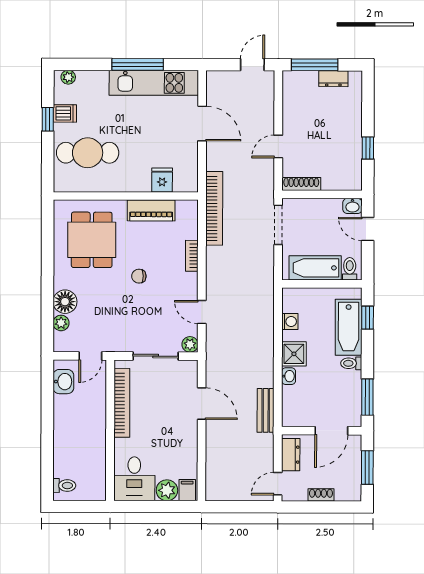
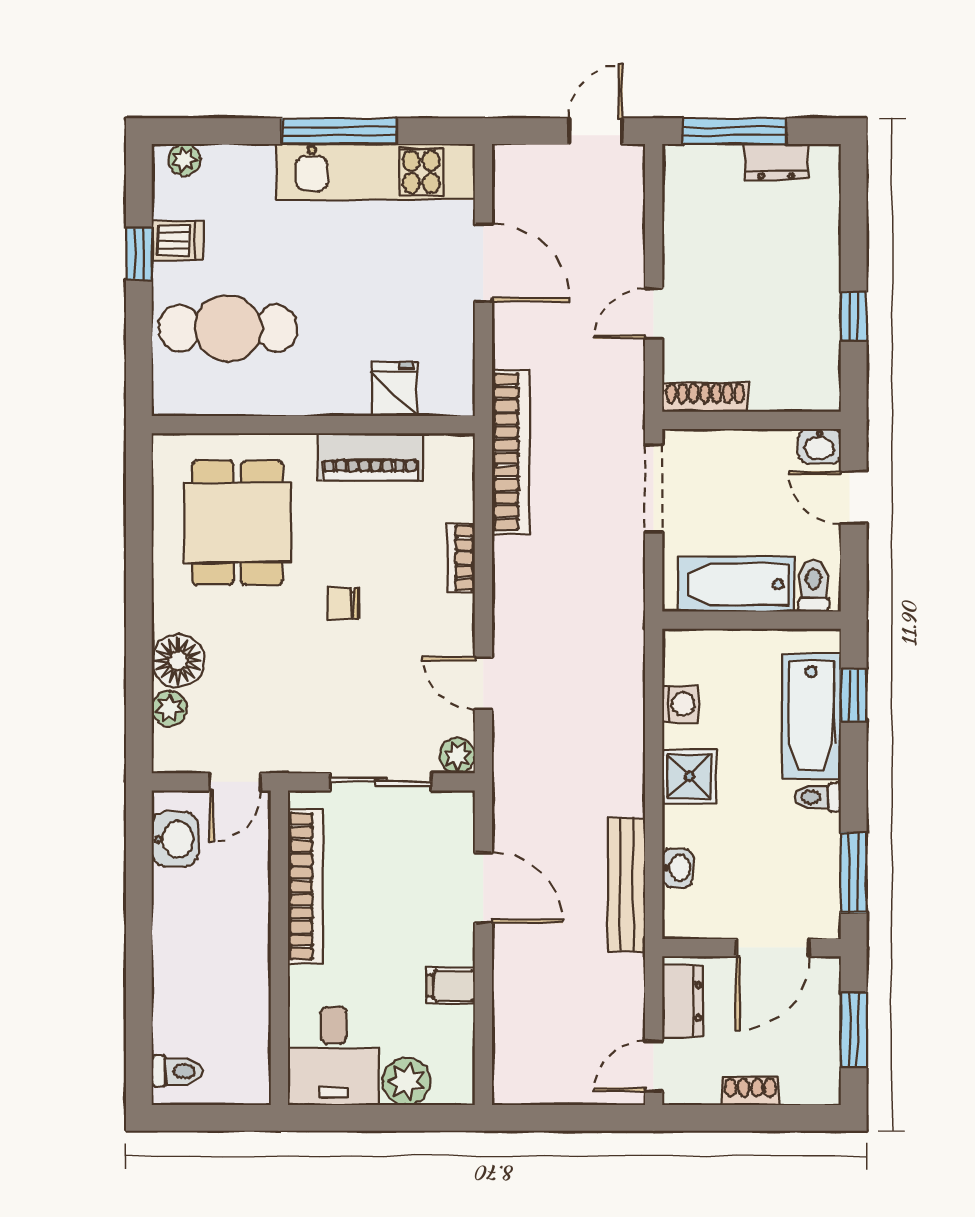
washbasin: (289, 376) -> (678, 868), moved
bench: (266, 410) -> (626, 885), width x1.36
filing cabinet: (187, 490) -> (451, 986), moved, turned -90

